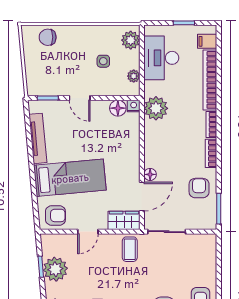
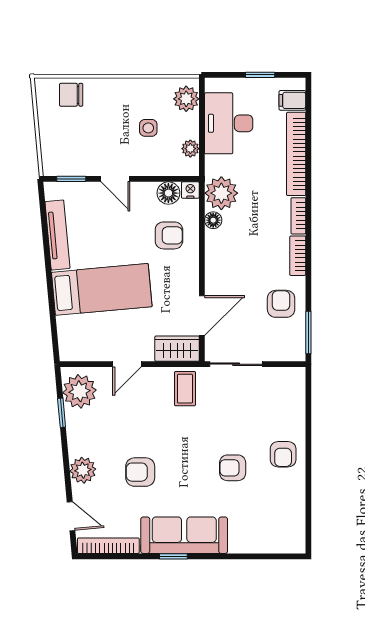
floor lamp: (150, 174) -> (213, 220), moved
armchair: (55, 215) -> (169, 235), moved
plant: (55, 269) -> (80, 391), moved

